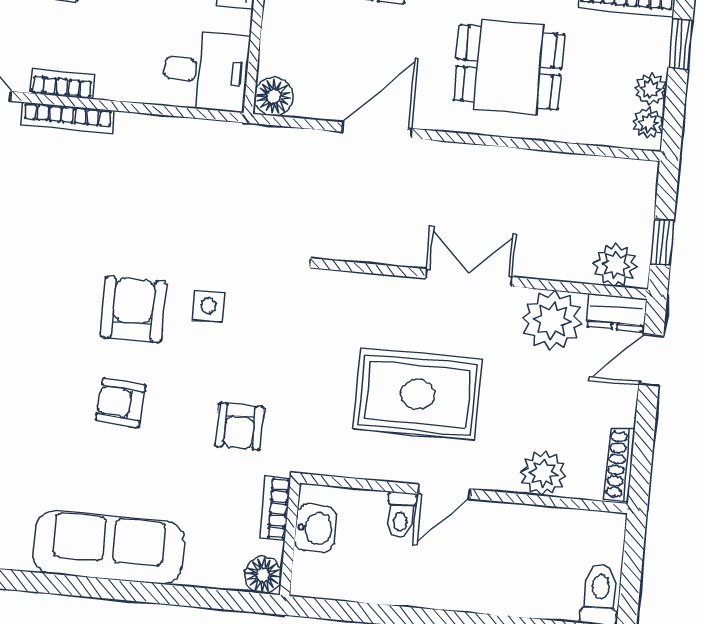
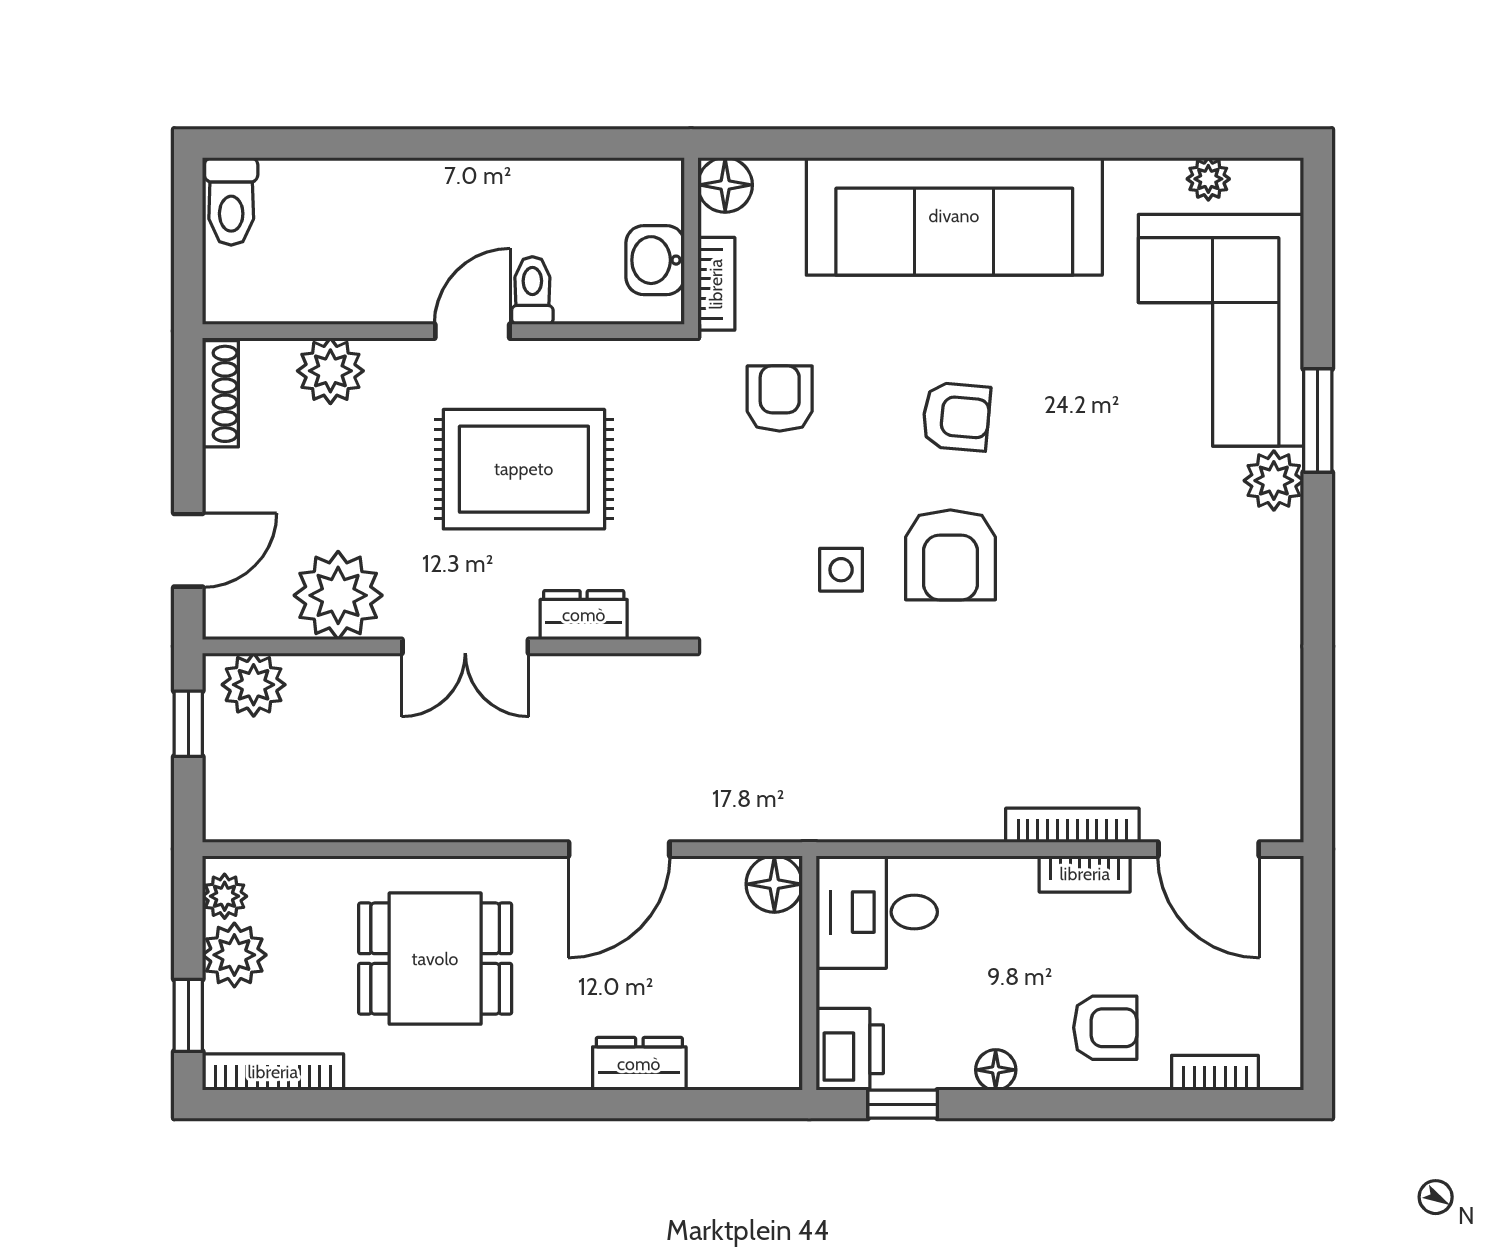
plant: (651, 89) -> (234, 955), width x1.38, depth x1.38
dresser: (616, 313) -> (584, 615), moved
sofa: (108, 548) -> (954, 216), width x1.36, depth x1.27

